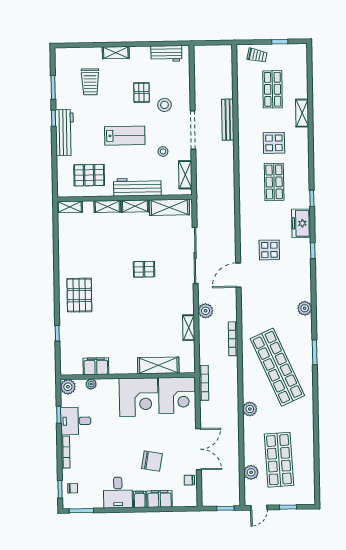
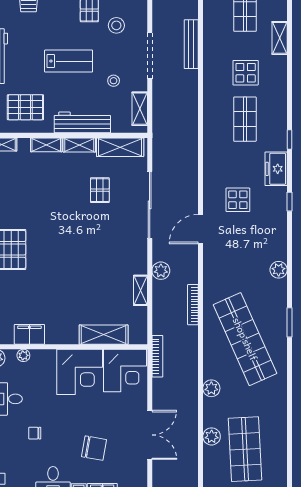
pallet: (144, 269) -> (100, 190), moved, turned 90
plant: (251, 472) -> (212, 436), moved
chair: (189, 480) -> (35, 433), moved

